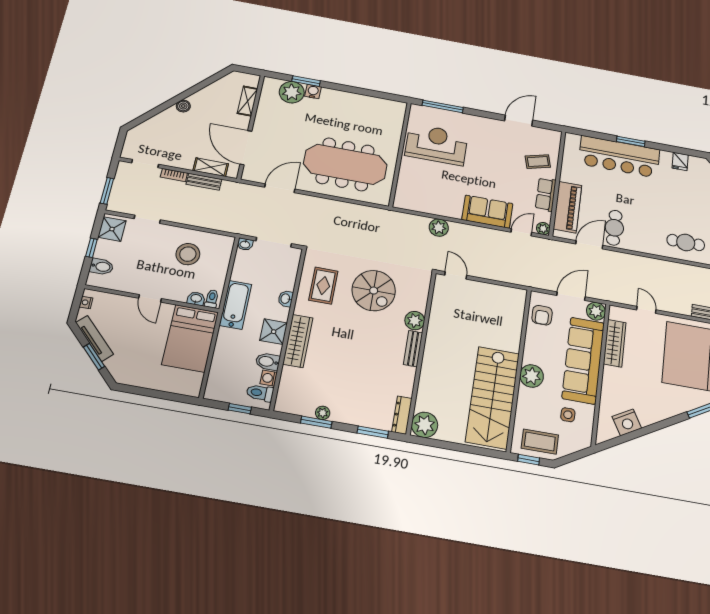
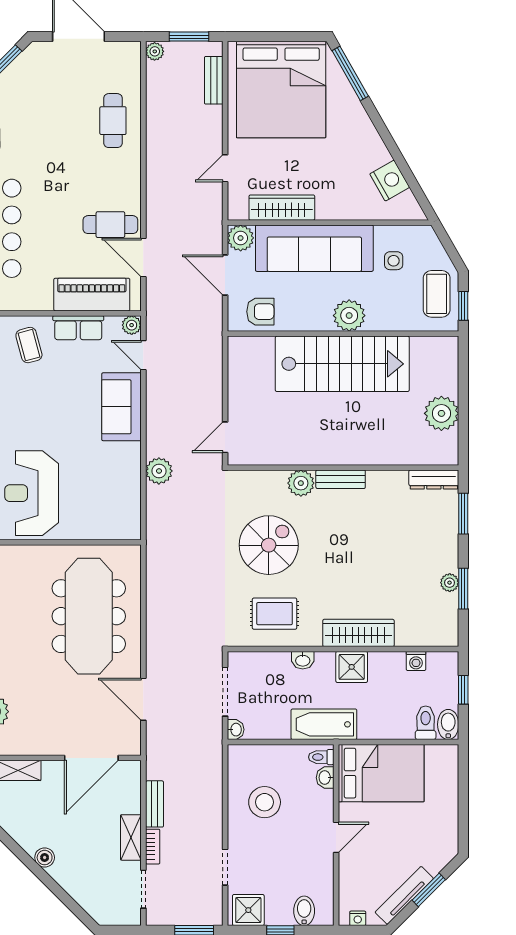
shelving: (211, 167) -> (131, 837), moved
bidet: (268, 362) -> (448, 724), moved, turned 180
toilet: (260, 393) -> (426, 723), moved, turned 180
stairs: (493, 397) -> (342, 364), moved
plant: (425, 425) -> (441, 413), moved

